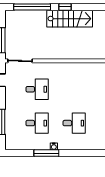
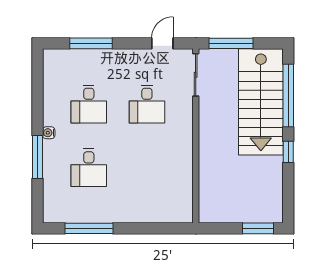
stairs: (70, 19) -> (261, 102), moved, width x1.36, depth x1.51
window: (46, 153) -> (37, 157), moved

